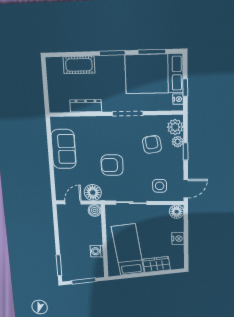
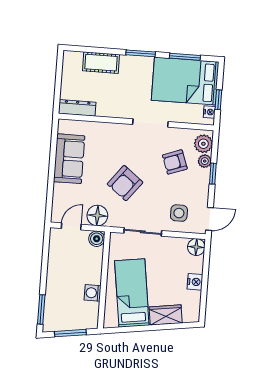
dresser: (86, 106) -> (77, 108), moved
armchair: (152, 144) -> (175, 162), turned -101
armchair: (112, 165) -> (125, 183), turned -52

